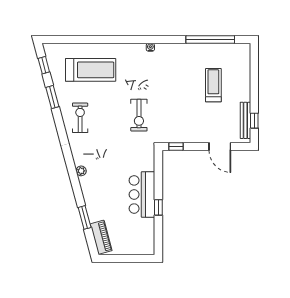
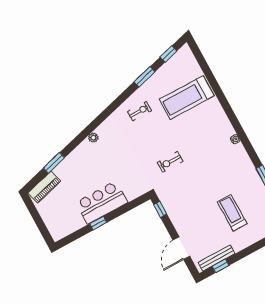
treadmill: (91, 70) -> (187, 97), turned 90
treadmill: (213, 85) -> (232, 213), turned -90
exercise bike: (139, 115) -> (170, 162), width x0.73, depth x0.72
exercise bike: (80, 118) -> (139, 111), width x0.73, depth x0.72

